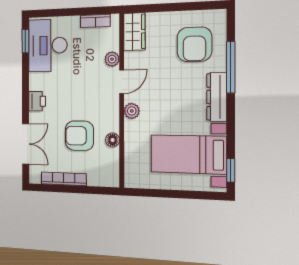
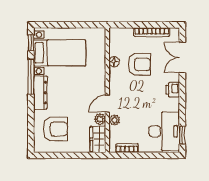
armchair: (194, 44) -> (55, 129), turned 90
window: (231, 67) -> (31, 77), moved
plant: (132, 111) -> (100, 119), moved

